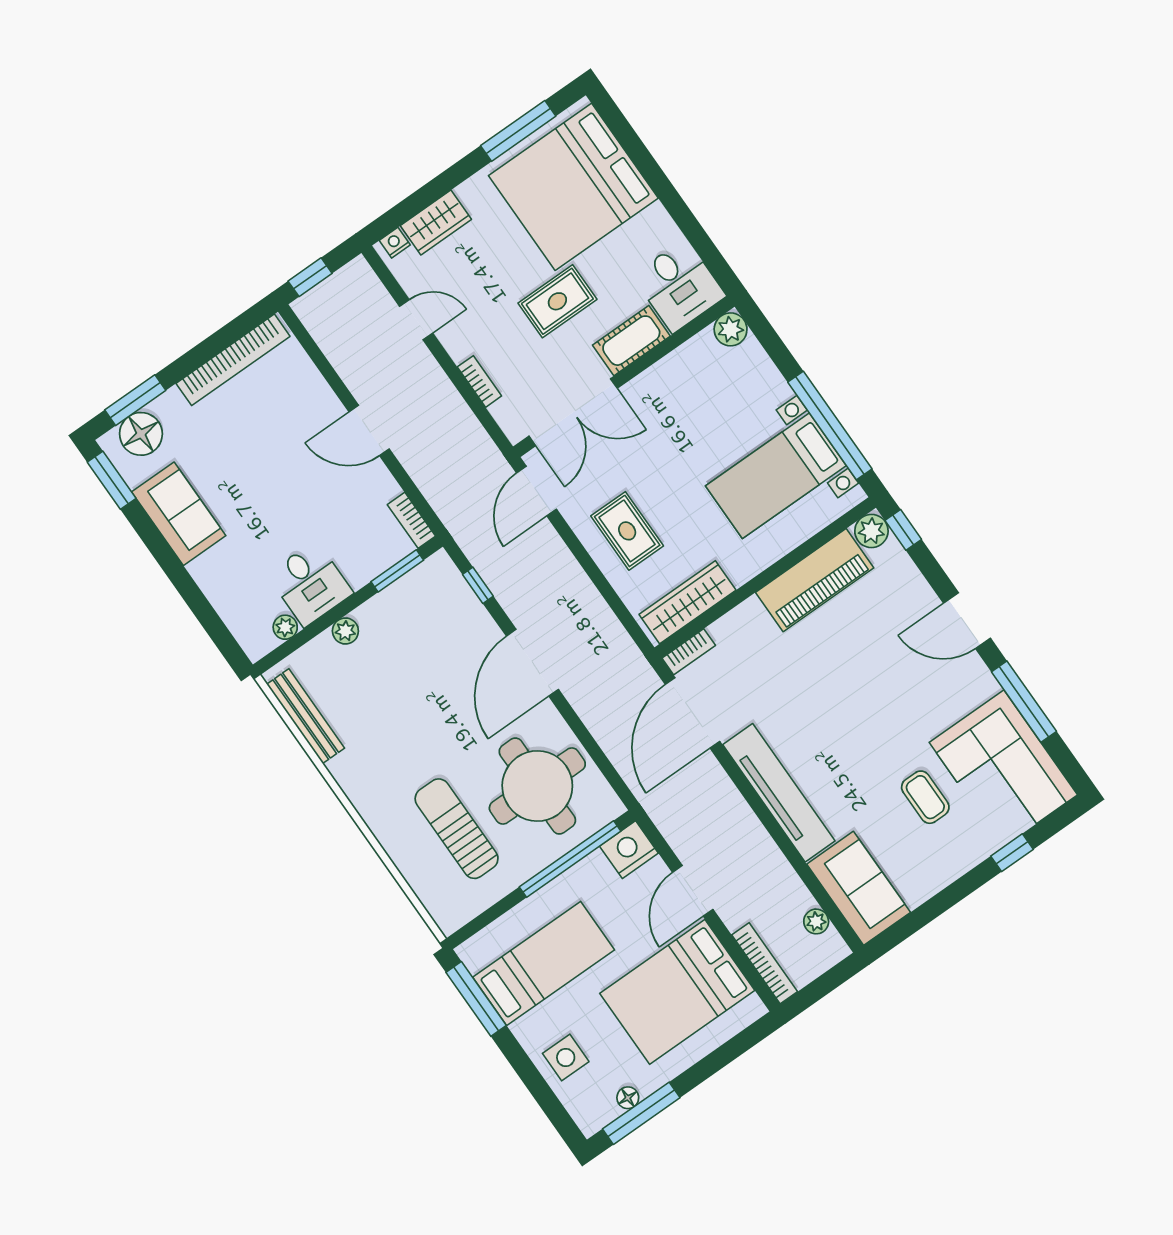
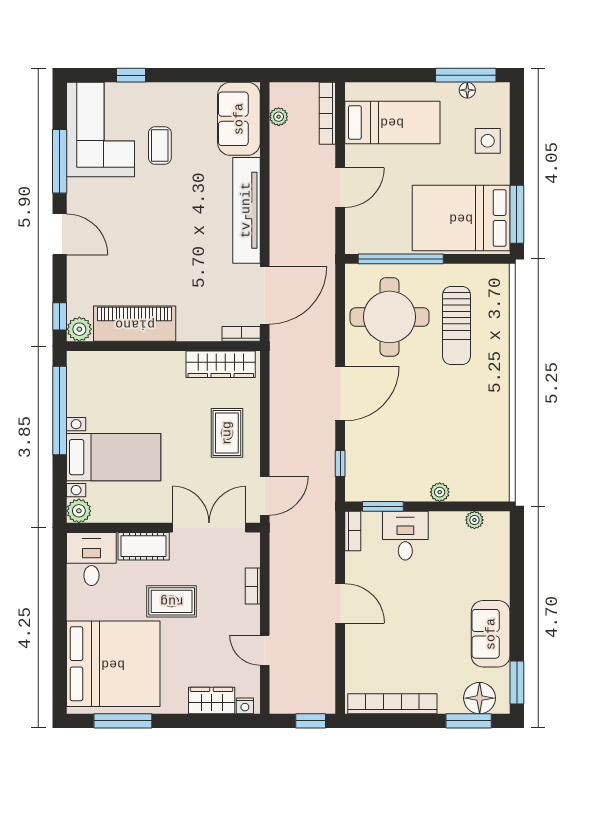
bed with nightstands: (776, 476) -> (114, 457), moved
desk: (310, 584) -> (405, 536), moved
bench: (306, 716) -> (500, 458), removed
nightstand: (629, 850) -> (361, 240), removed
bed: (544, 964) -> (461, 218), width x1.50
bed: (677, 992) -> (392, 122), width x0.67

